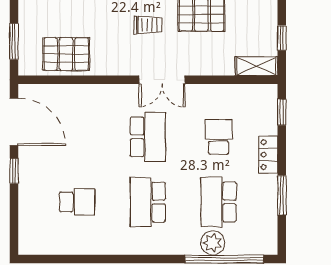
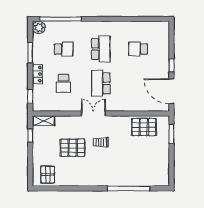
school desk: (219, 202) -> (64, 49), width x0.54
plant: (213, 243) -> (39, 27), moved

